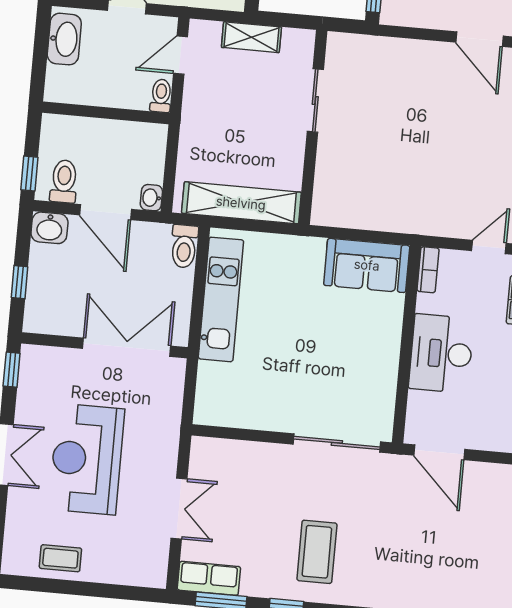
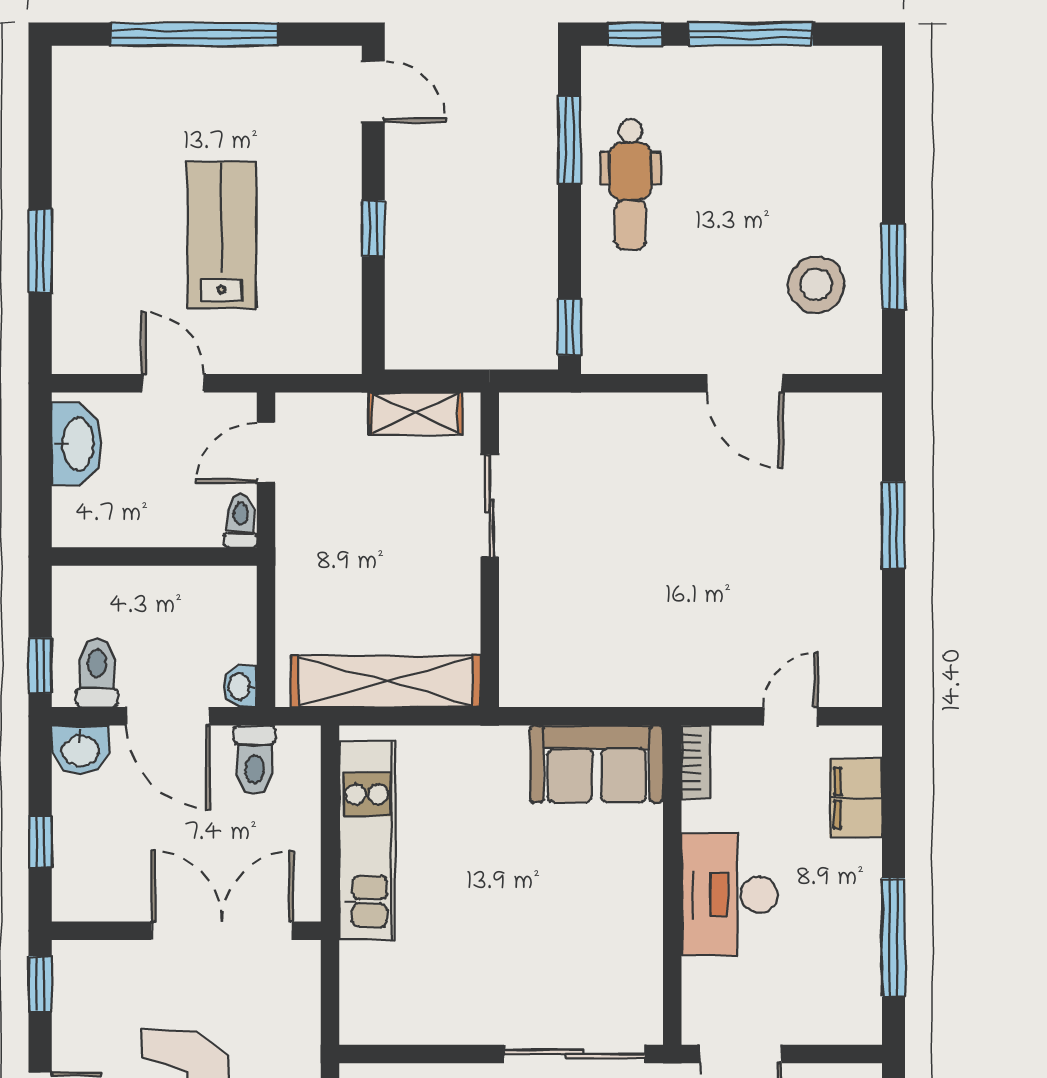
shelving: (251, 37) -> (415, 413), moved
toilet: (184, 246) -> (255, 760), moved

